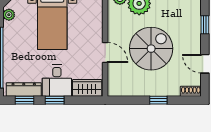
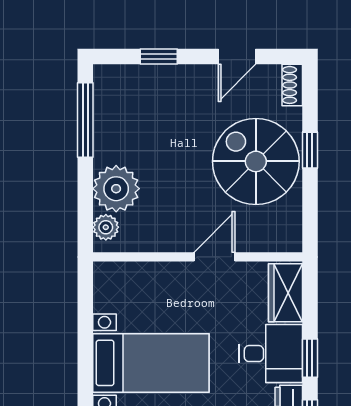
spiral stairs: (151, 49) -> (256, 161), moved

